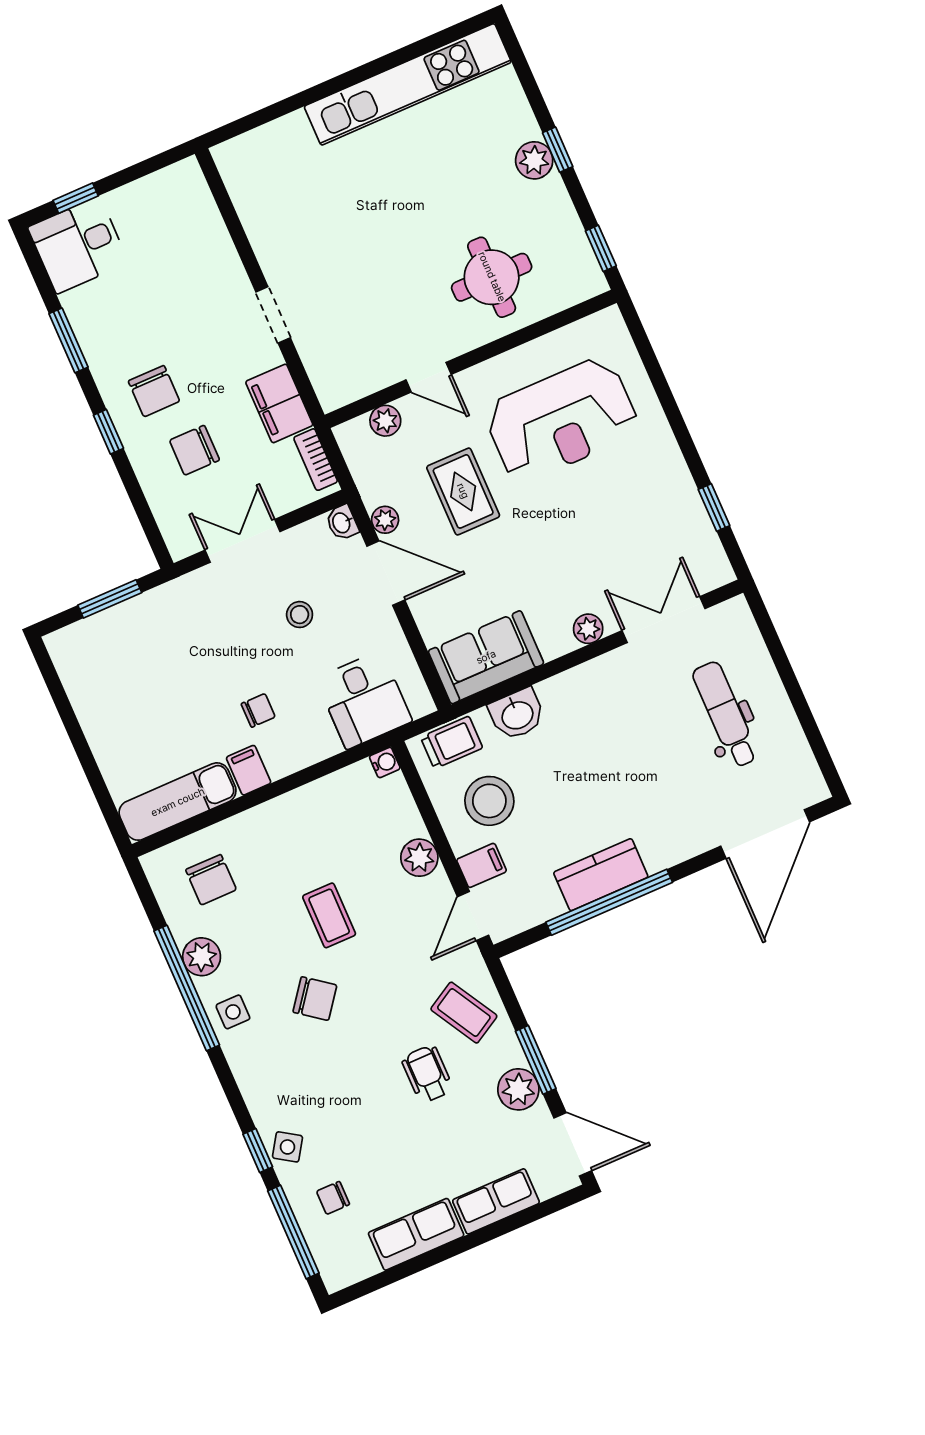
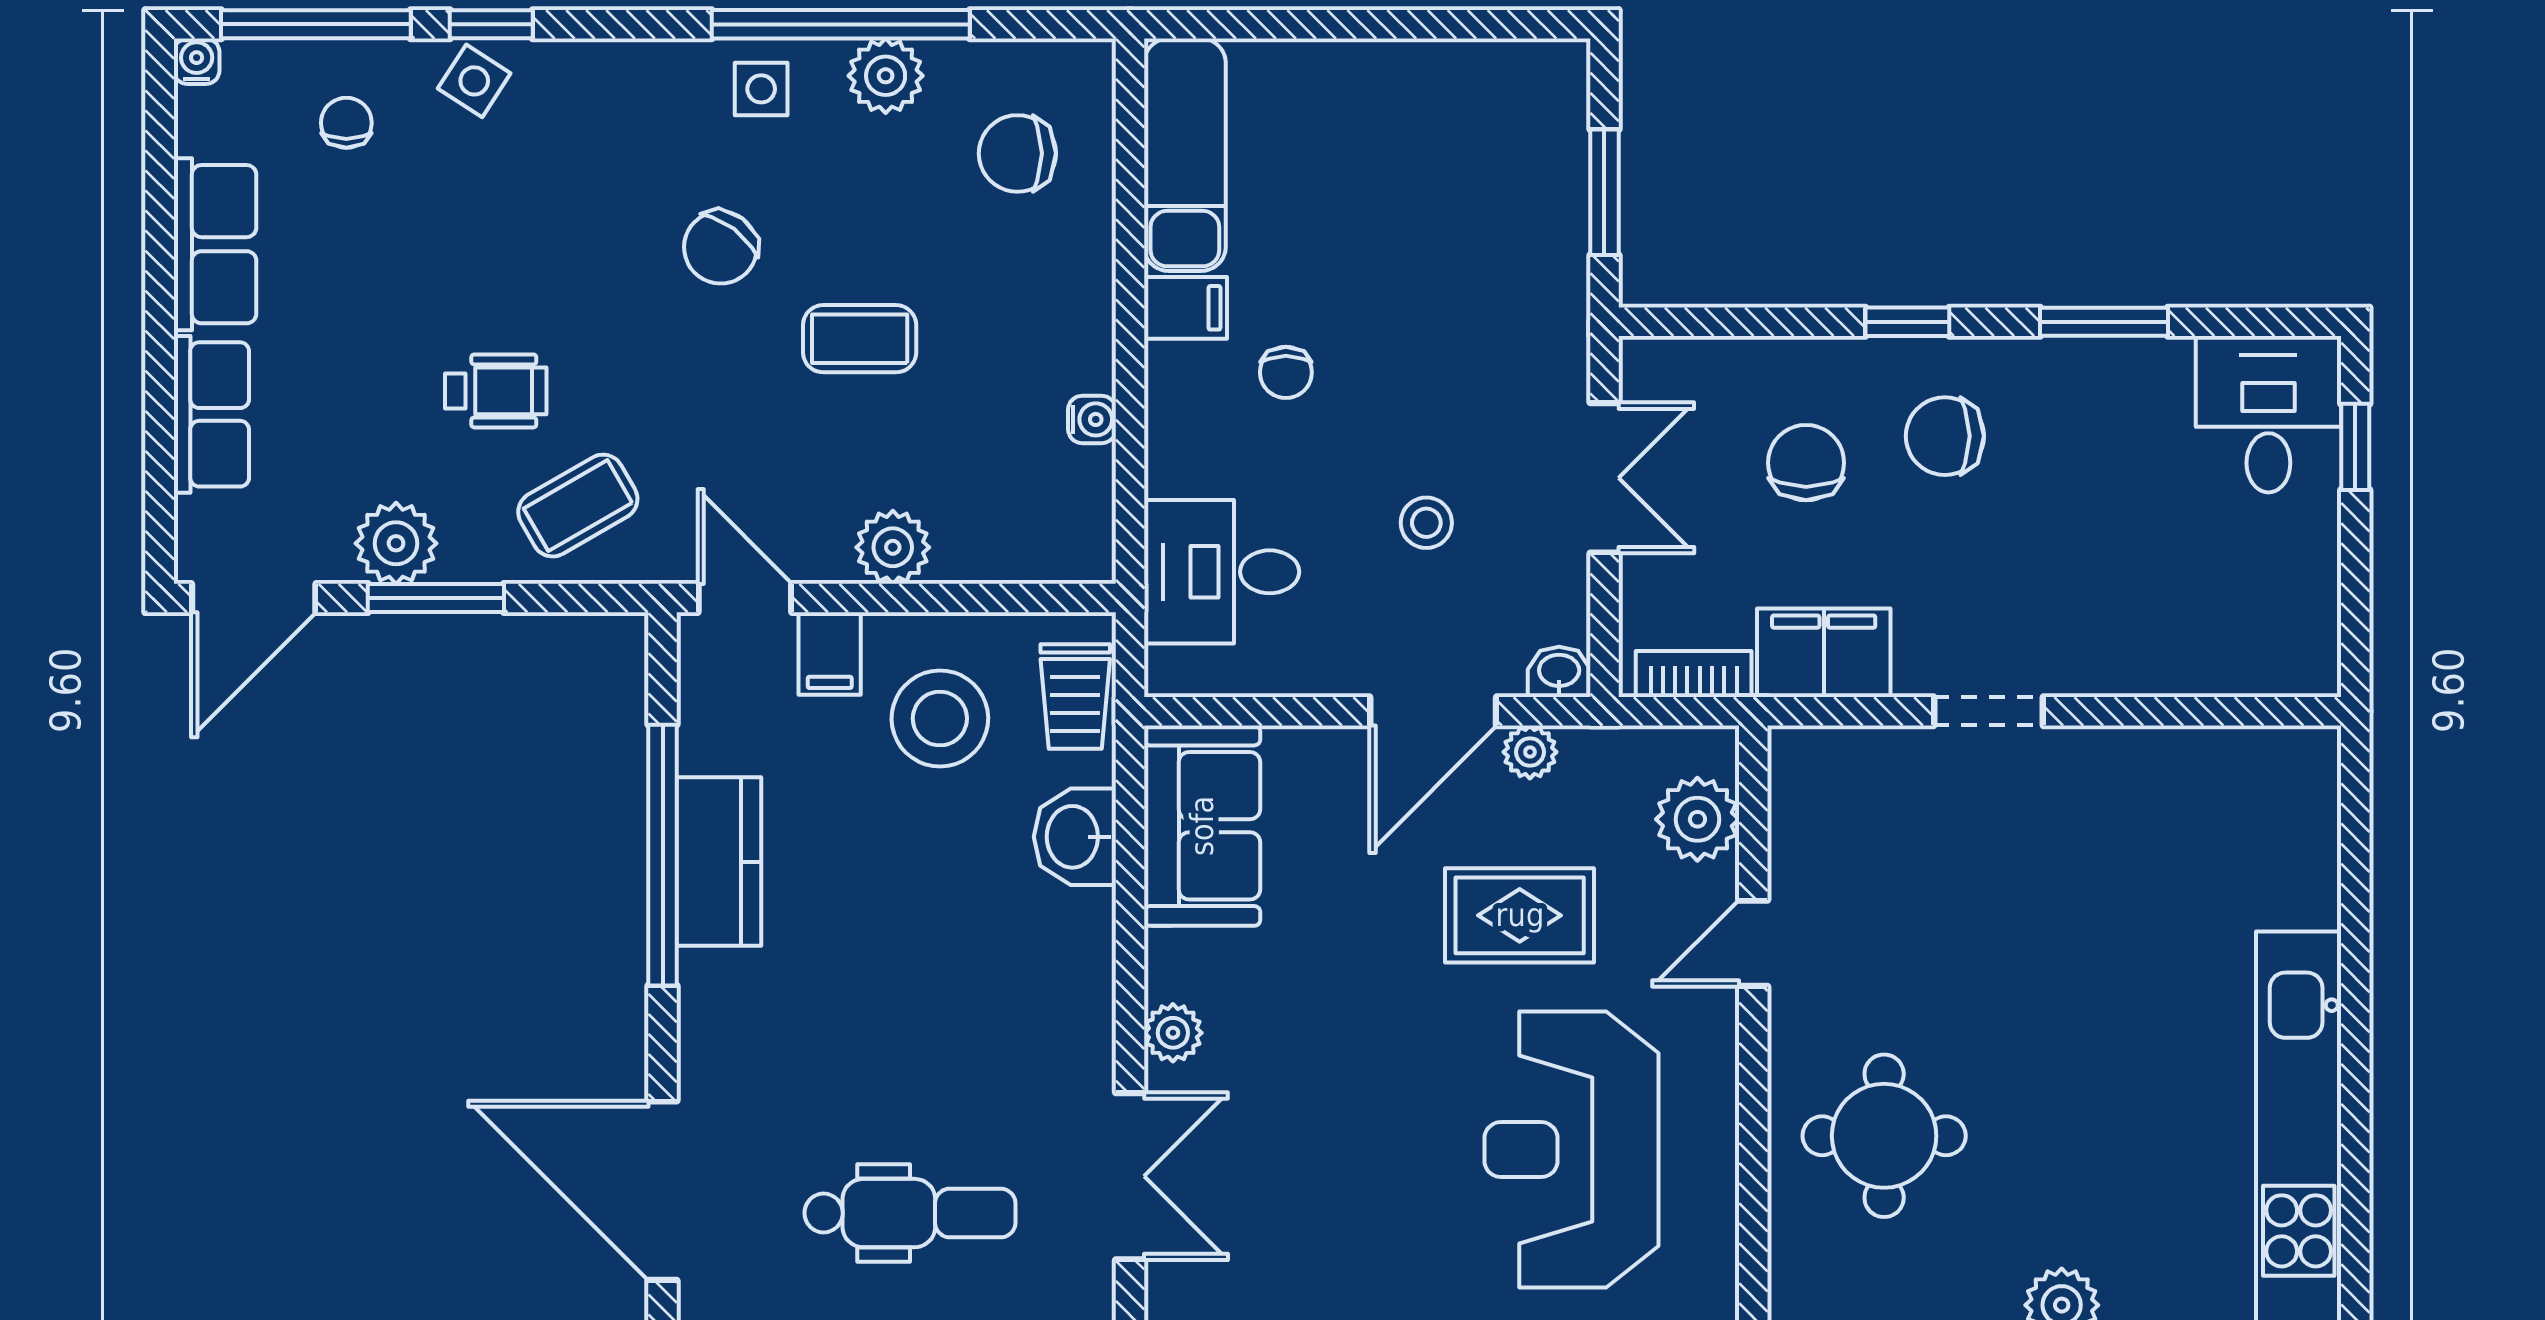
plant: (385, 421) -> (1697, 819), width x1.38, depth x1.38
water cooler: (385, 762) -> (1092, 419), moved, turned -90
water cooler: (335, 1280) -> (197, 61), added

